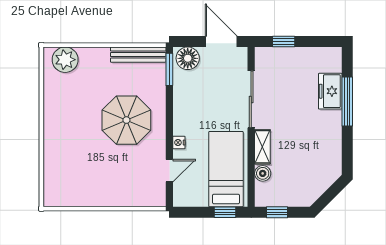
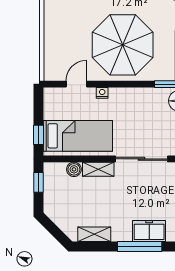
parasol: (126, 120) -> (123, 45), width x1.36, depth x1.36
shelving: (334, 151) -> (94, 234), added
door: (169, 171) -> (76, 84), swing flipped

